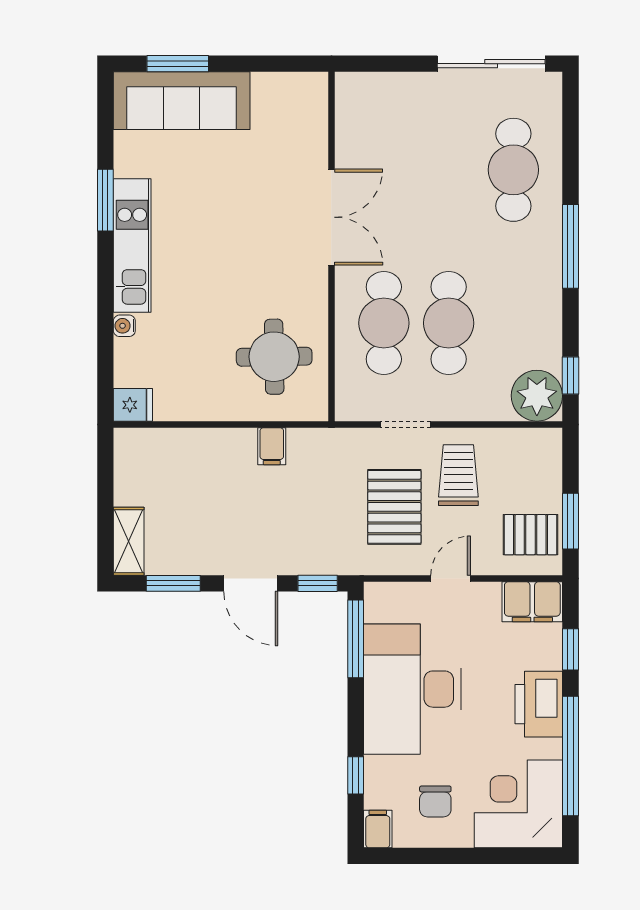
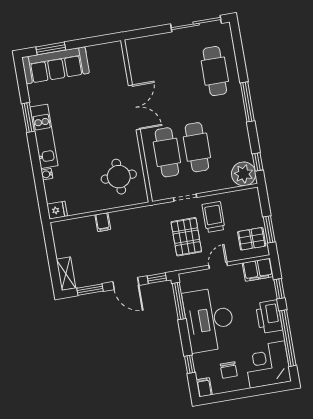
filing cabinet: (272, 446) -> (103, 222), moved

